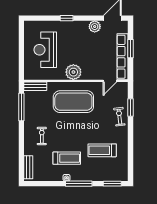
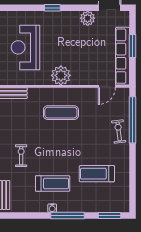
exercise mat: (73, 102) -> (61, 113), width x0.50, depth x0.69
window: (130, 107) -> (133, 120), width x2.11

